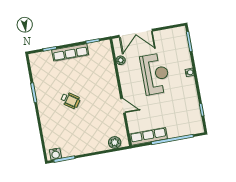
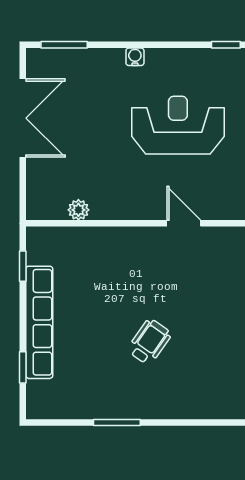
double door: (136, 33) -> (23, 118), moved
row of seats: (70, 52) -> (39, 322), width x1.36
reception desk: (155, 74) -> (178, 125), moved
door: (123, 106) -> (184, 223), hinge flipped

